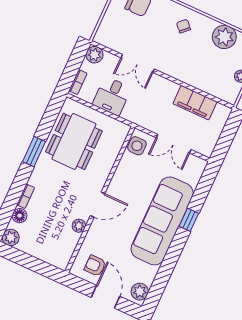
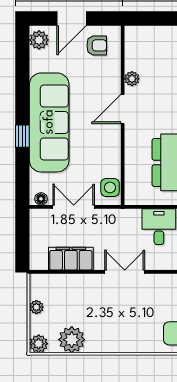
chair: (184, 26) -> (118, 332), removed
double door: (138, 63) -> (125, 272), moved
floor lamp: (197, 162) -> (41, 199), added
door: (106, 297) -> (71, 18), hinge flipped

